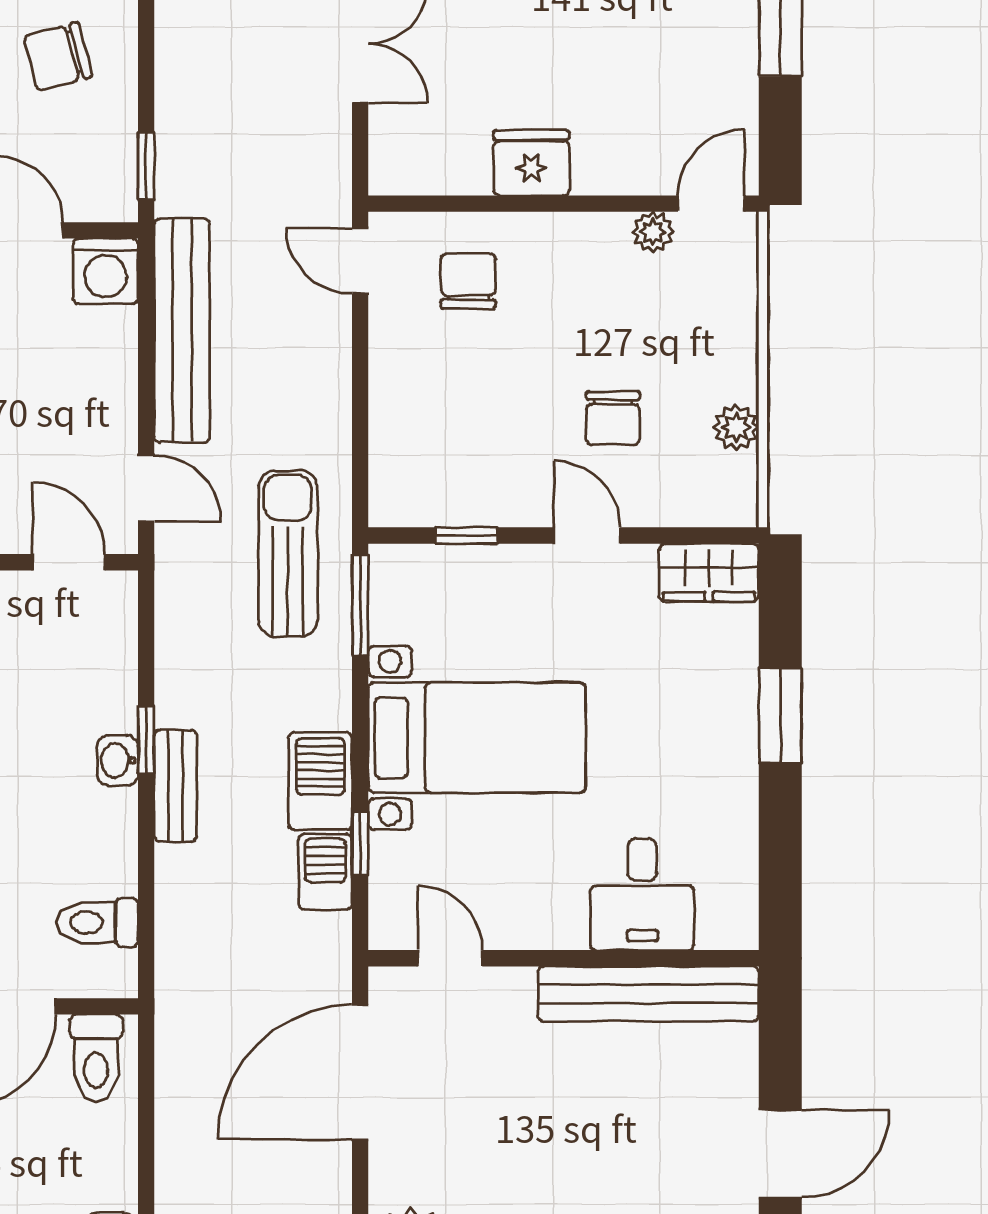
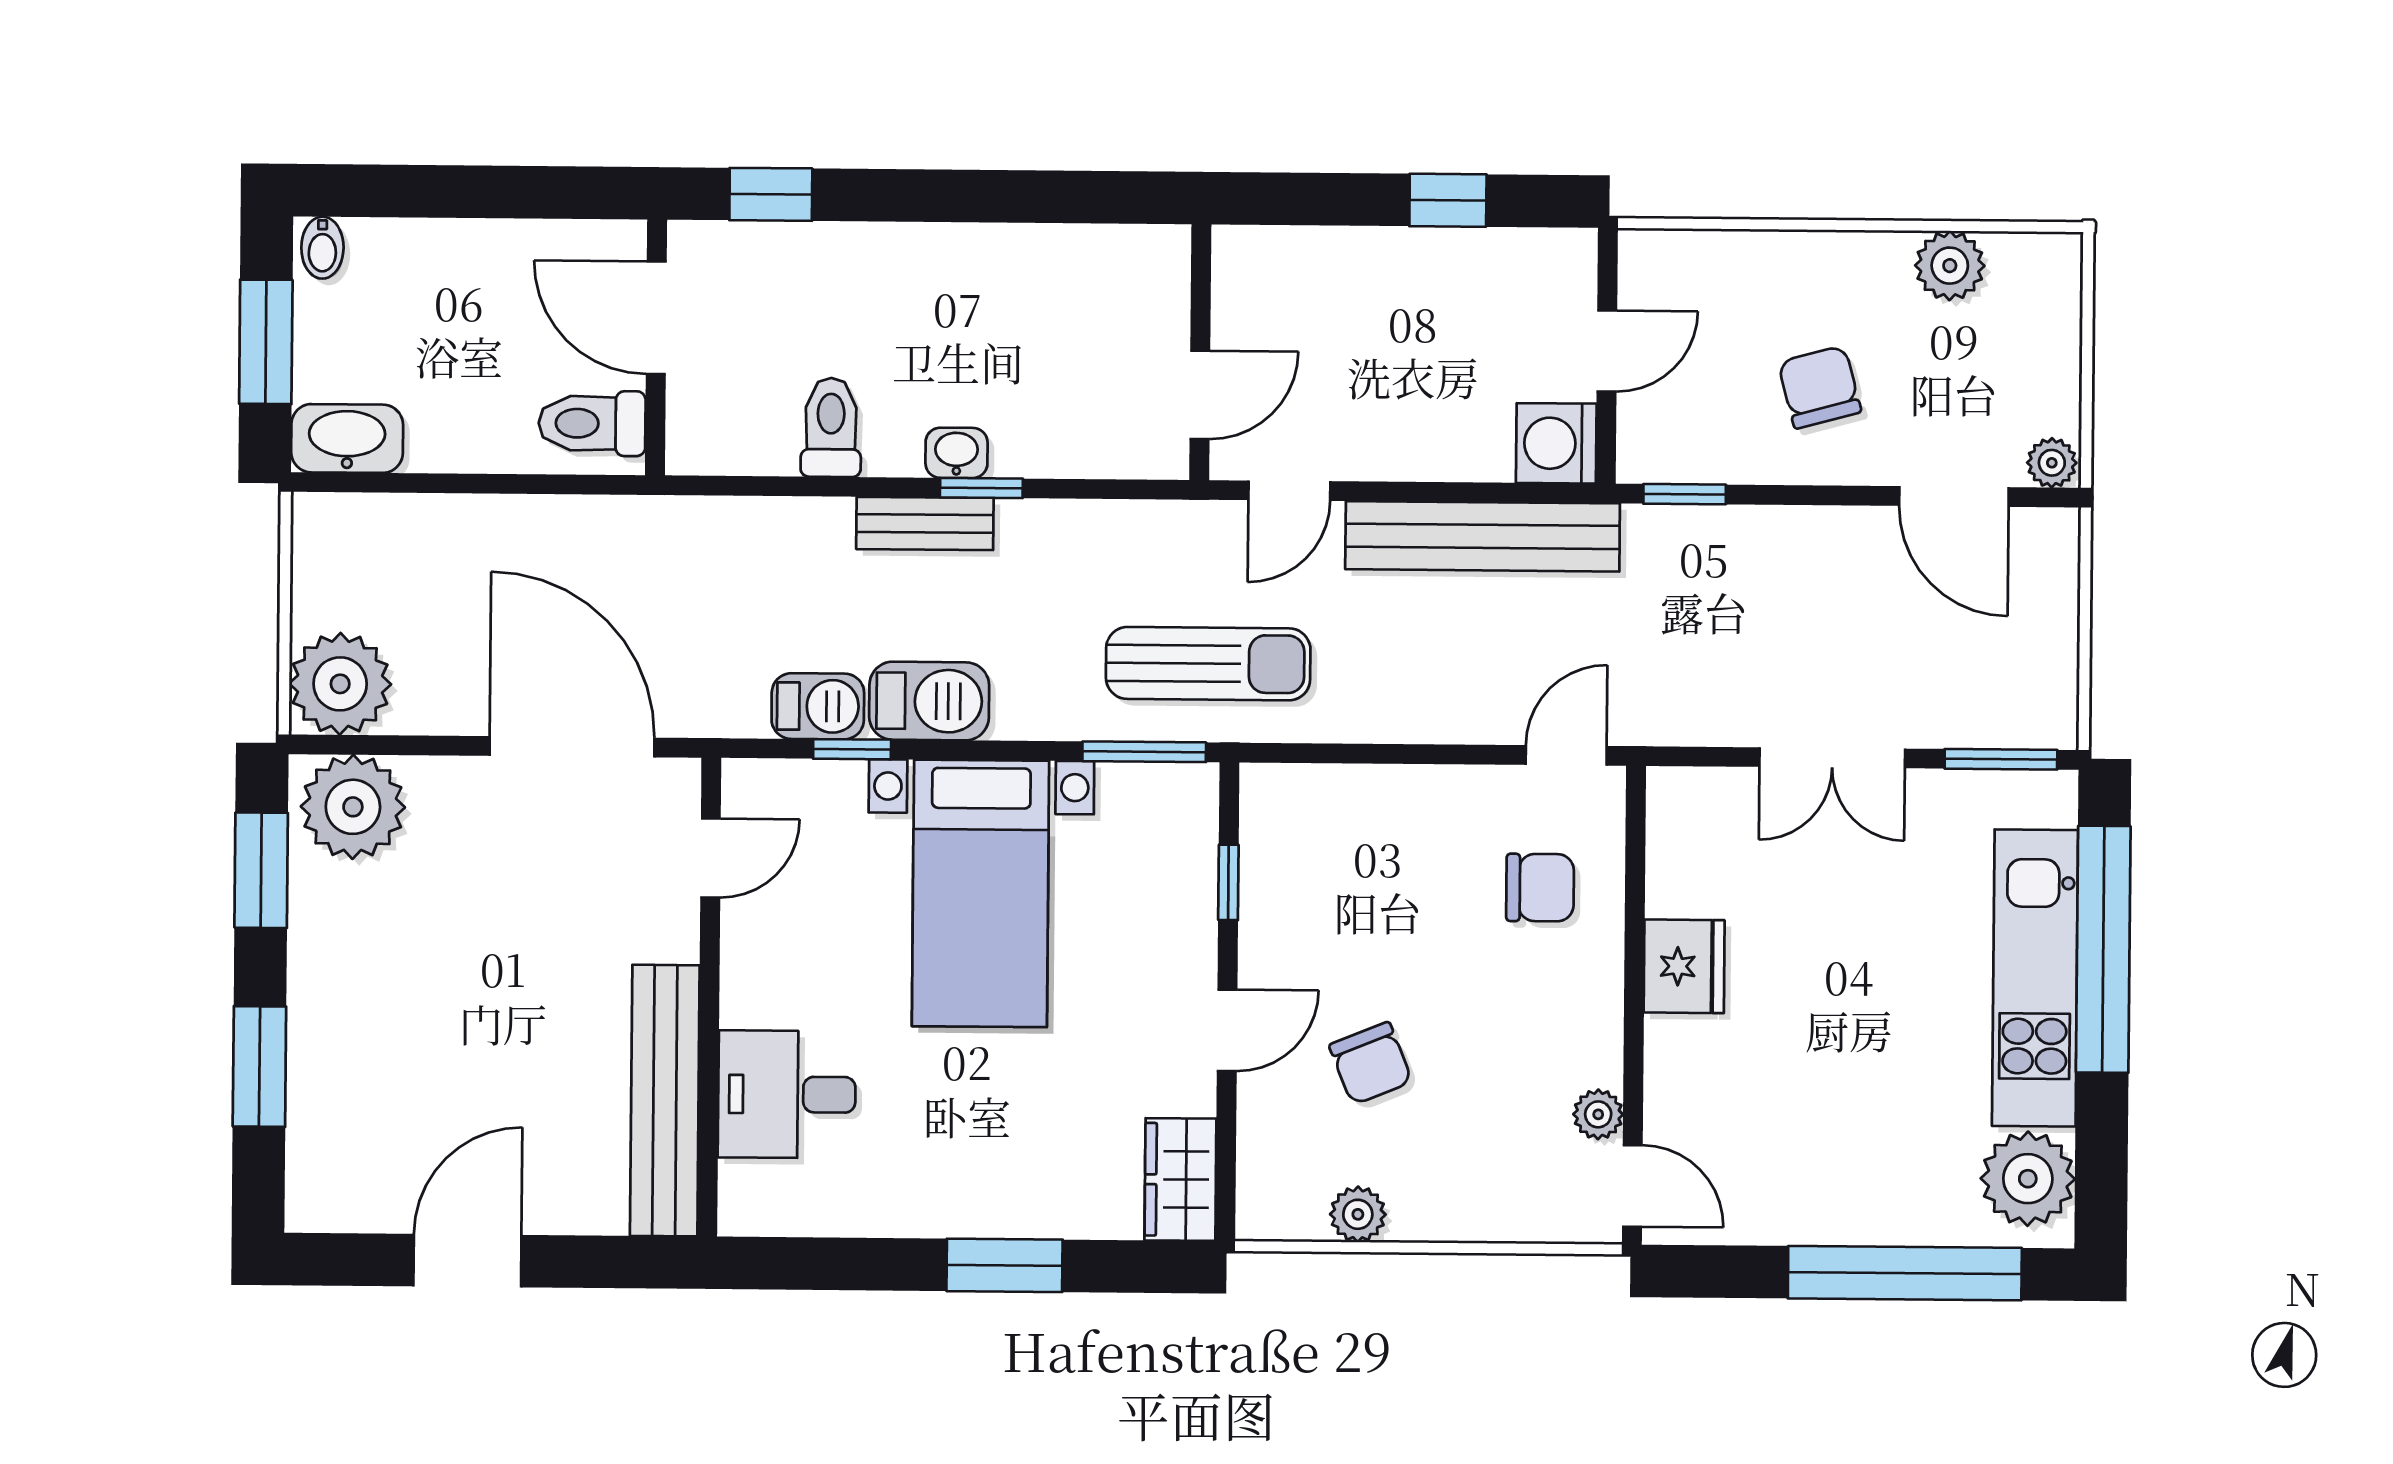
chair: (613, 418) -> (1371, 1063), turned -112
toilet: (98, 922) -> (831, 427), moved
door: (780, 1154) -> (467, 1261), swing flipped

